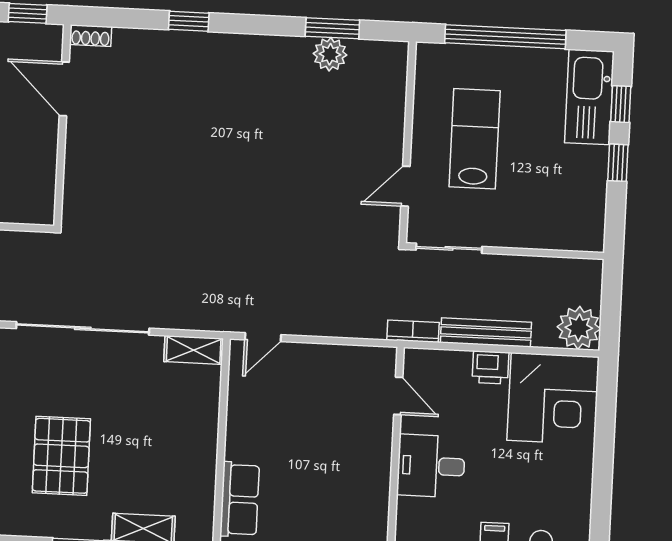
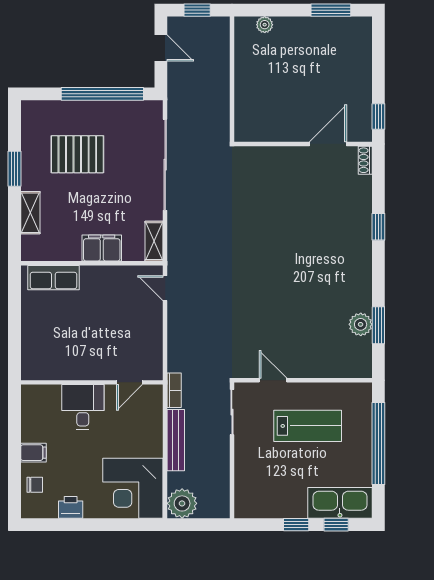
printer: (490, 367) -> (71, 507), moved, turned 90
filing cabinet: (200, 427) -> (102, 248), added

